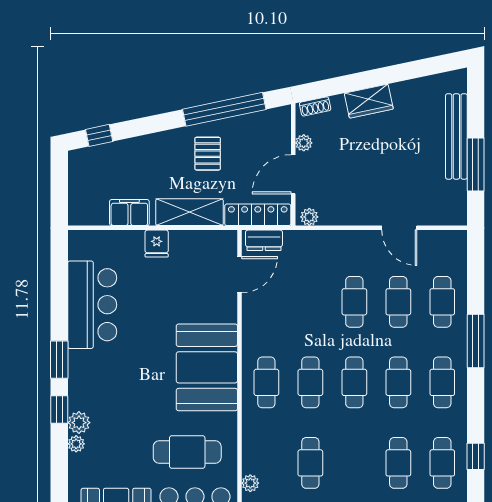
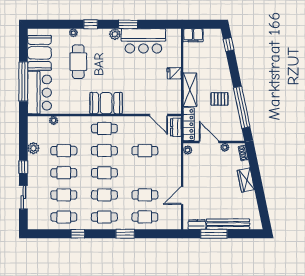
dresser: (457, 198) -> (197, 225), added
filing cabinet: (129, 213) -> (193, 35), moved, turned 90
cafe table: (354, 302) -> (145, 151), moved
window: (476, 341) -> (125, 234), width x0.69
window: (59, 360) -> (128, 24), moved
booth: (207, 367) -> (106, 103), width x0.73, depth x0.70
plant: (79, 423) -> (115, 34), moved
cafe table: (187, 452) -> (78, 62), moved
window: (476, 456) -> (78, 234), moved
cafe table: (354, 463) -> (64, 173), added

